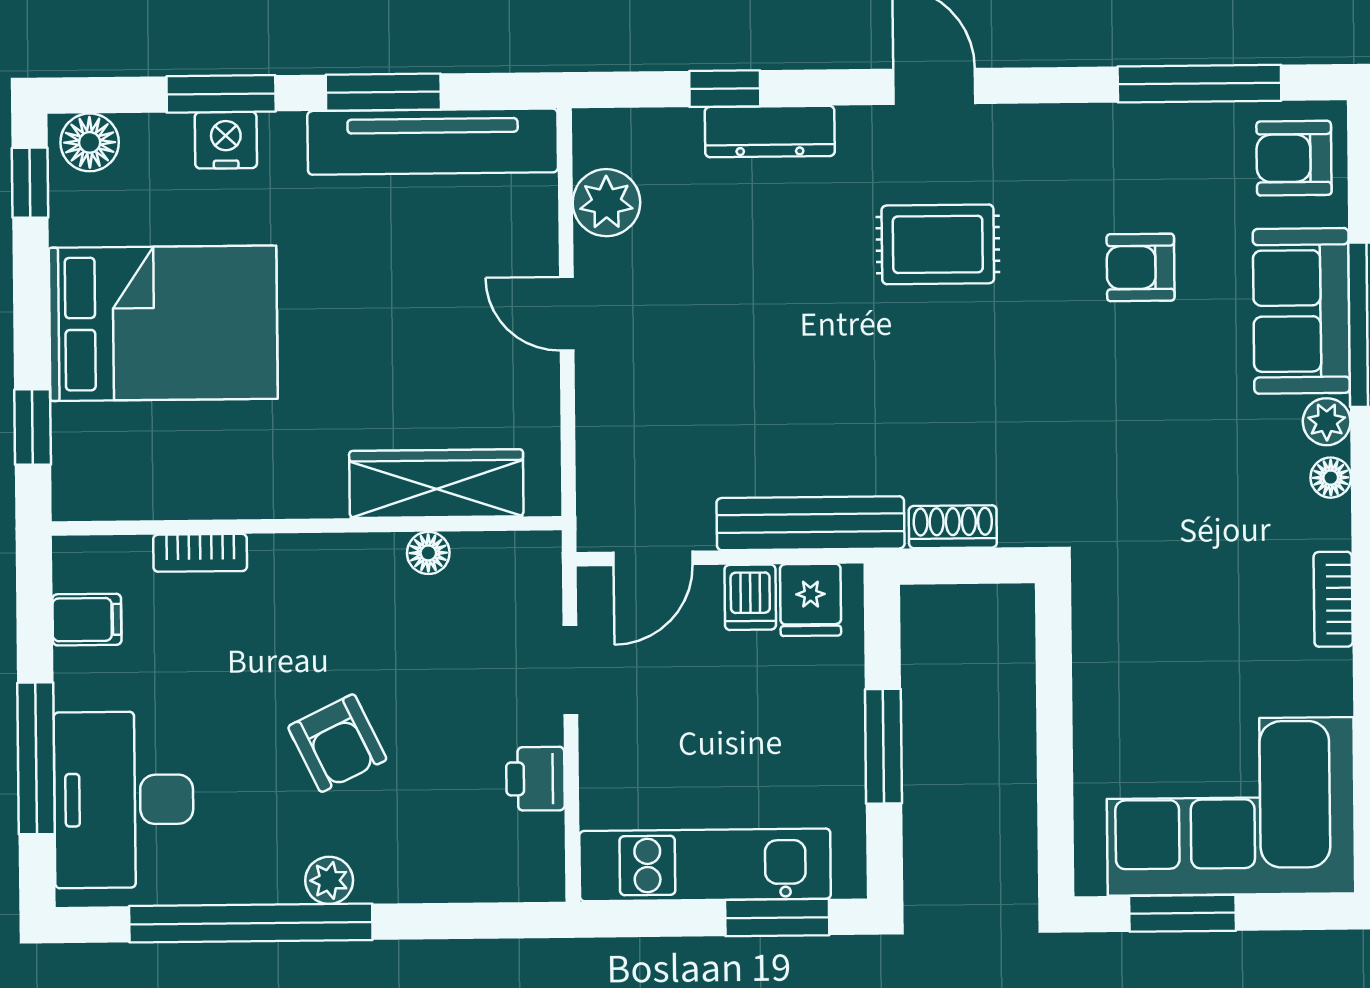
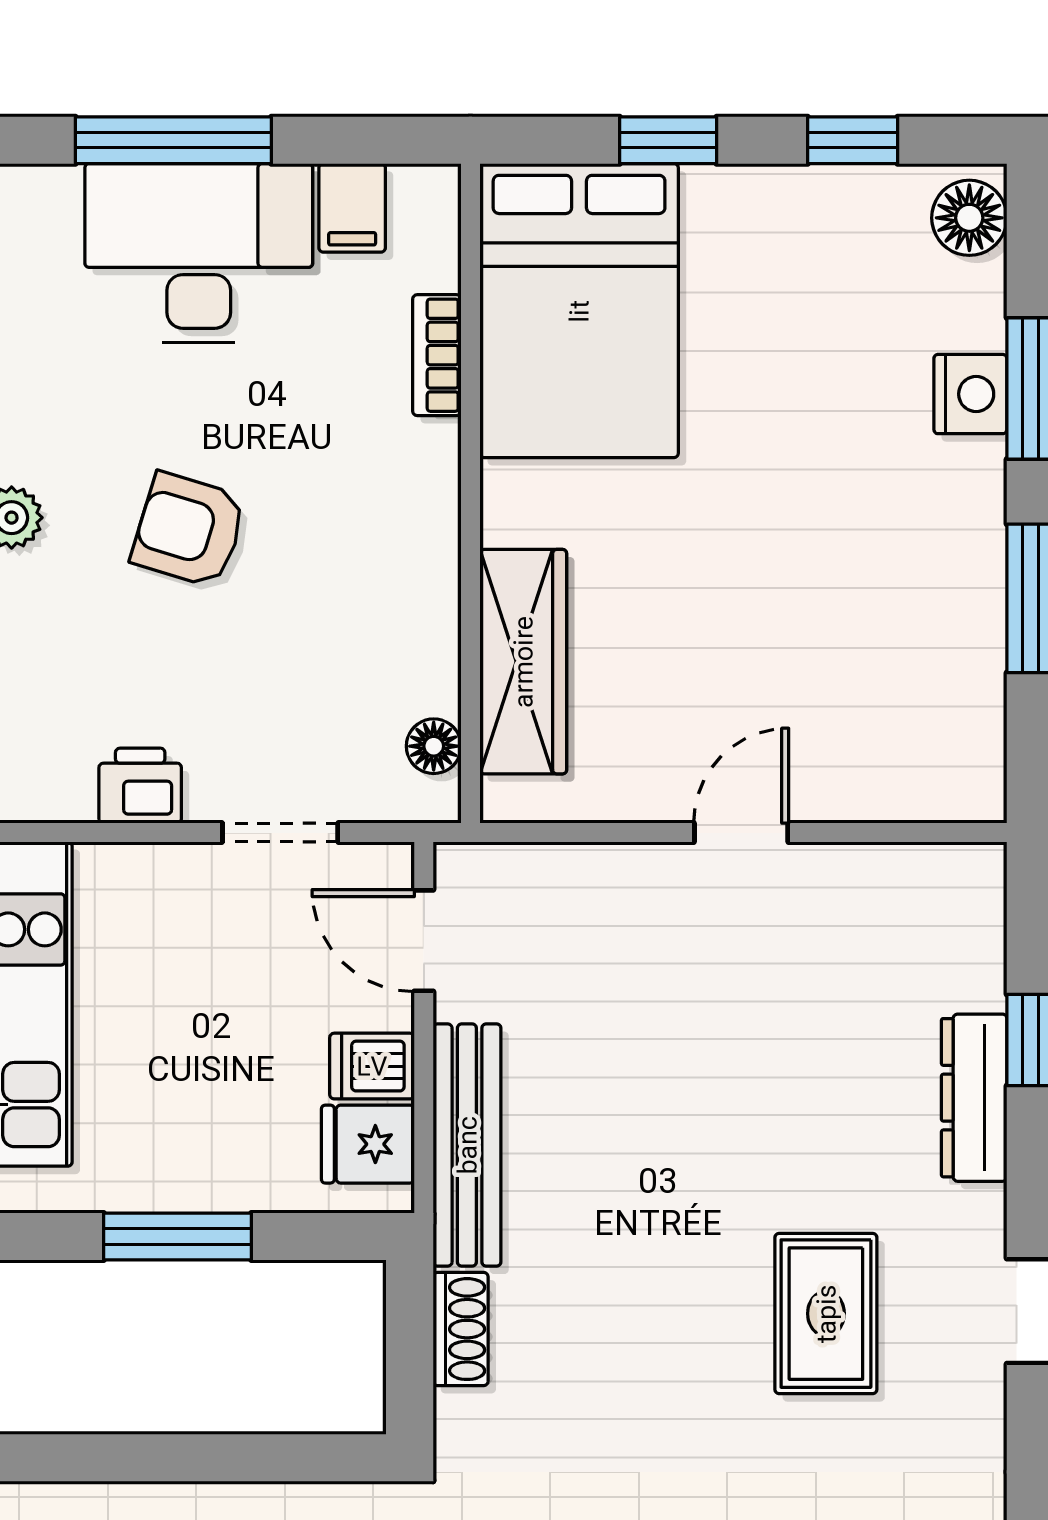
tv unit: (433, 142) -> (966, 662), removed
window: (30, 183) -> (853, 140), moved
plant: (606, 203) -> (884, 885), removed
bed: (163, 323) -> (579, 311), moved
window: (33, 427) -> (668, 140), moved
floor lamp: (428, 553) -> (434, 746), moved
armchair: (337, 743) -> (189, 530), turned 43
desk: (124, 800) -> (199, 253), moved

